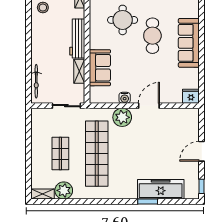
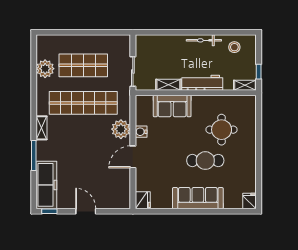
bicycle: (36, 81) -> (204, 40), moved
door: (149, 106) -> (133, 157), swing flipped
shop shelf: (60, 154) -> (83, 65), width x1.43, depth x1.36
freezer: (161, 189) -> (46, 185), moved
shelving: (42, 194) -> (42, 128), moved
window: (148, 202) -> (34, 155), width x1.44

